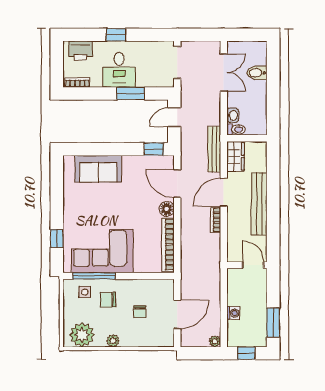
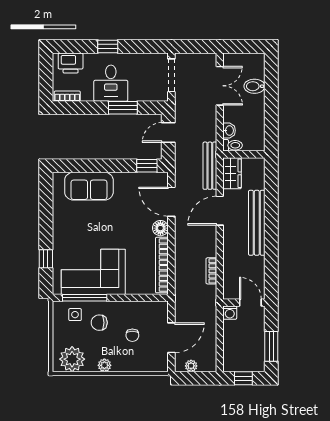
bookcase: (216, 220) -> (211, 271), moved
wall: (247, 265) -> (244, 303), moved
door: (253, 265) -> (250, 303), moved
washing machine: (233, 313) -> (230, 313), moved, turned 90
plant: (215, 341) -> (191, 366), moved

